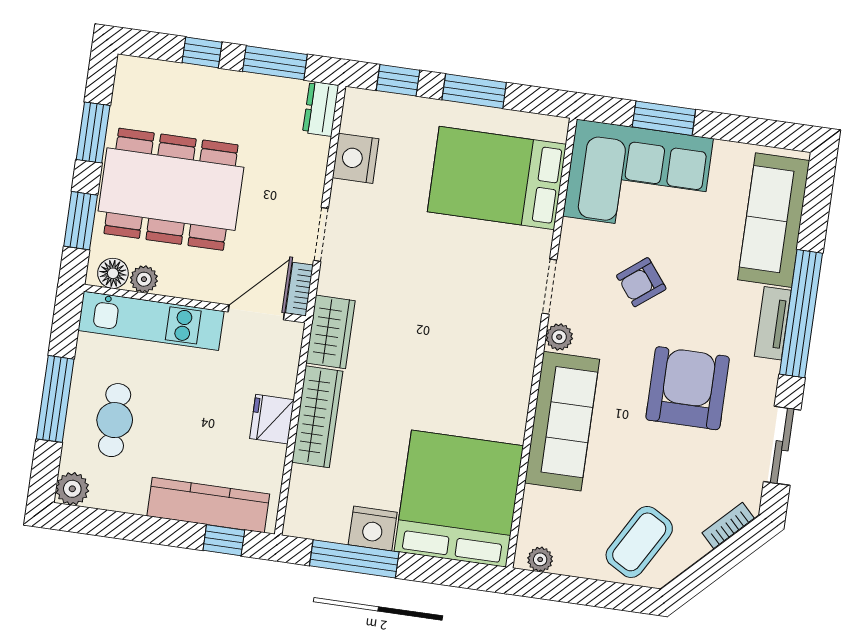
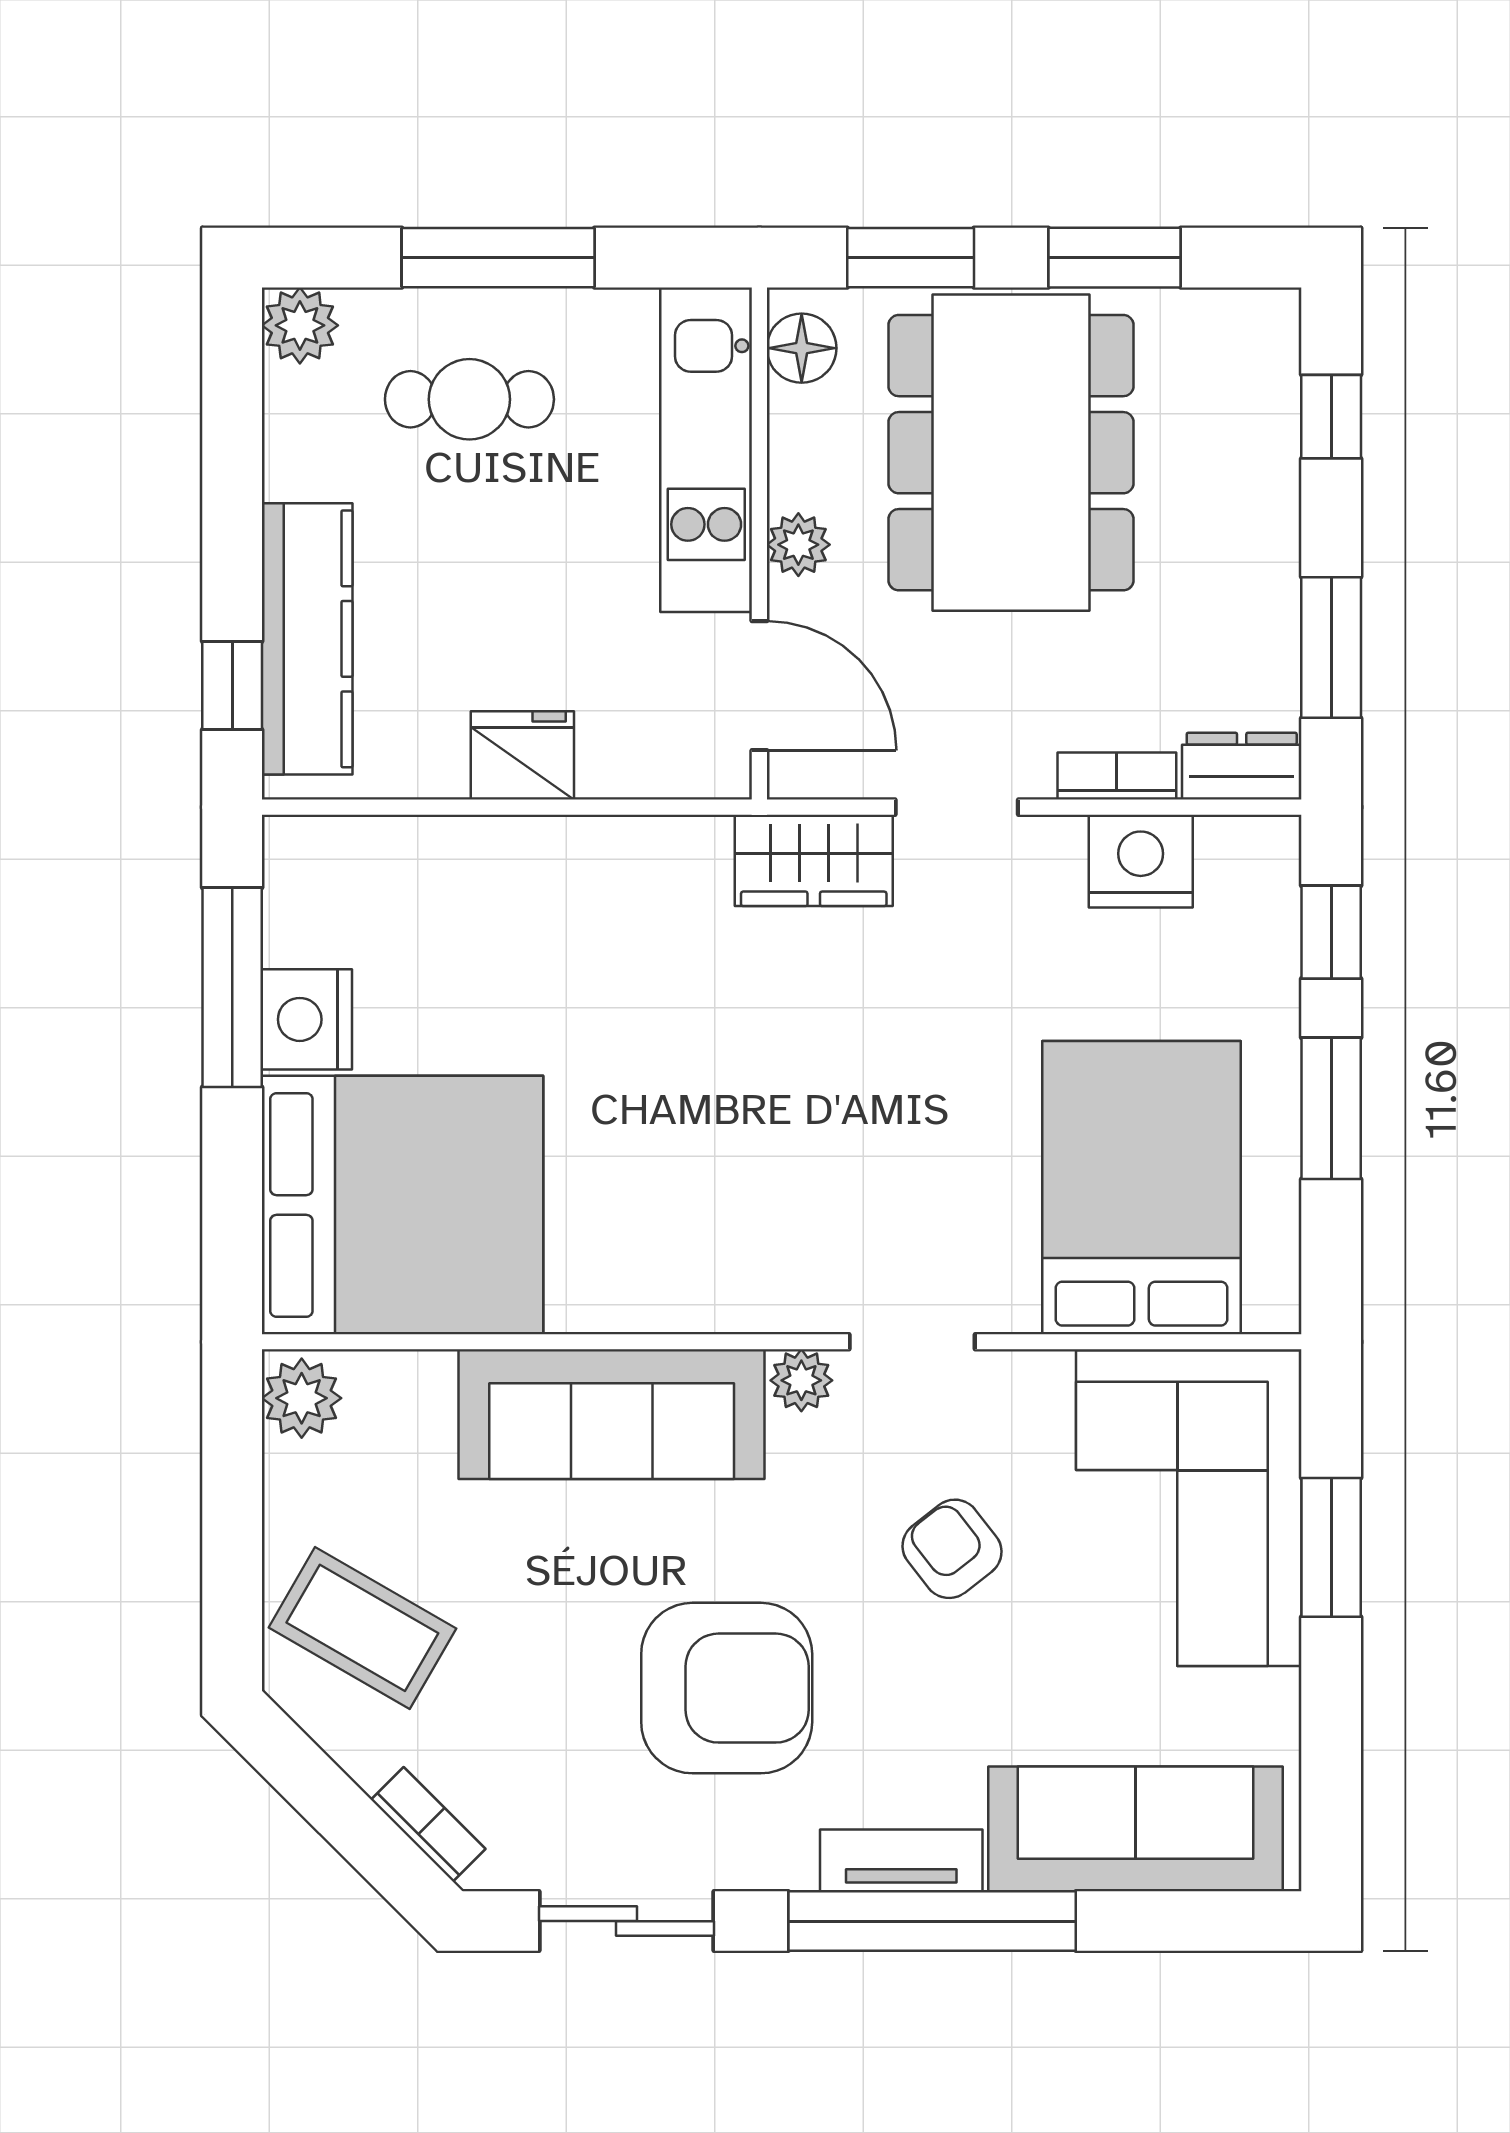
window: (202, 52) -> (1331, 417), moved
plant: (144, 279) -> (798, 545), moved
bookcase: (299, 289) -> (1117, 776), moved
wardrobe: (331, 332) -> (814, 860), moved
wardrobe: (317, 417) -> (542, 858), removed
plant: (540, 559) -> (302, 1398), width x1.38, depth x1.38

